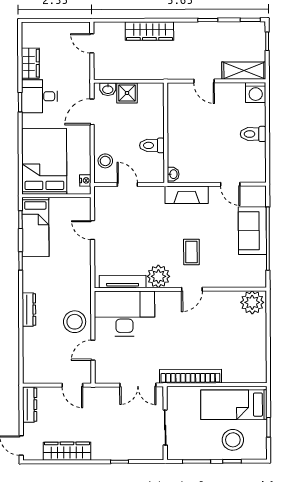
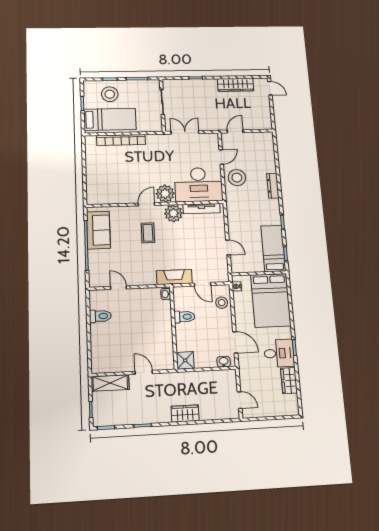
wardrobe: (149, 31) -> (185, 414), width x0.67
washing machine: (256, 92) -> (100, 365), removed
shower: (127, 93) -> (185, 360), moved
door: (92, 112) -> (235, 342), hinge flipped
toilet: (253, 134) -> (100, 316), moved
fireplace: (187, 195) -> (174, 277), moved
sofa: (252, 231) -> (98, 230), moved
plant: (252, 302) -> (165, 194), moved
bookcase: (190, 376) -> (121, 140), moved
door: (72, 385) -> (235, 131), hinge flipped
dresser: (30, 405) -> (266, 117), removed

